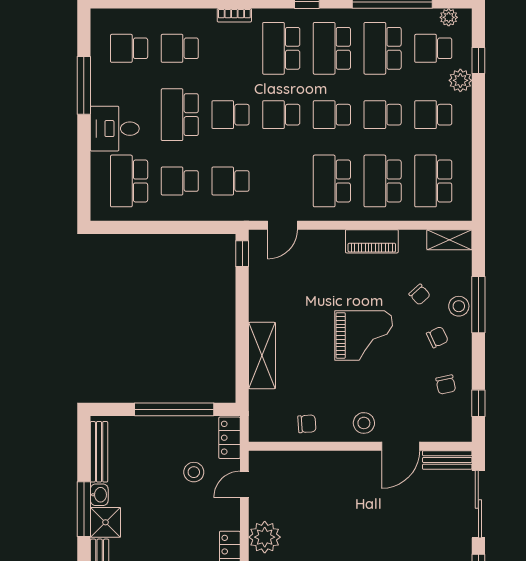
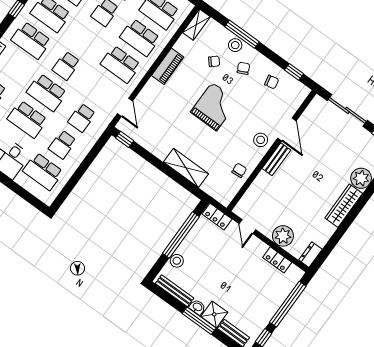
school desk: (230, 115) -> (47, 92), width x1.85
school desk: (332, 115) -> (86, 39), removed
bench: (447, 460) -> (276, 159), moved
stool: (194, 472) -> (177, 261), moved

